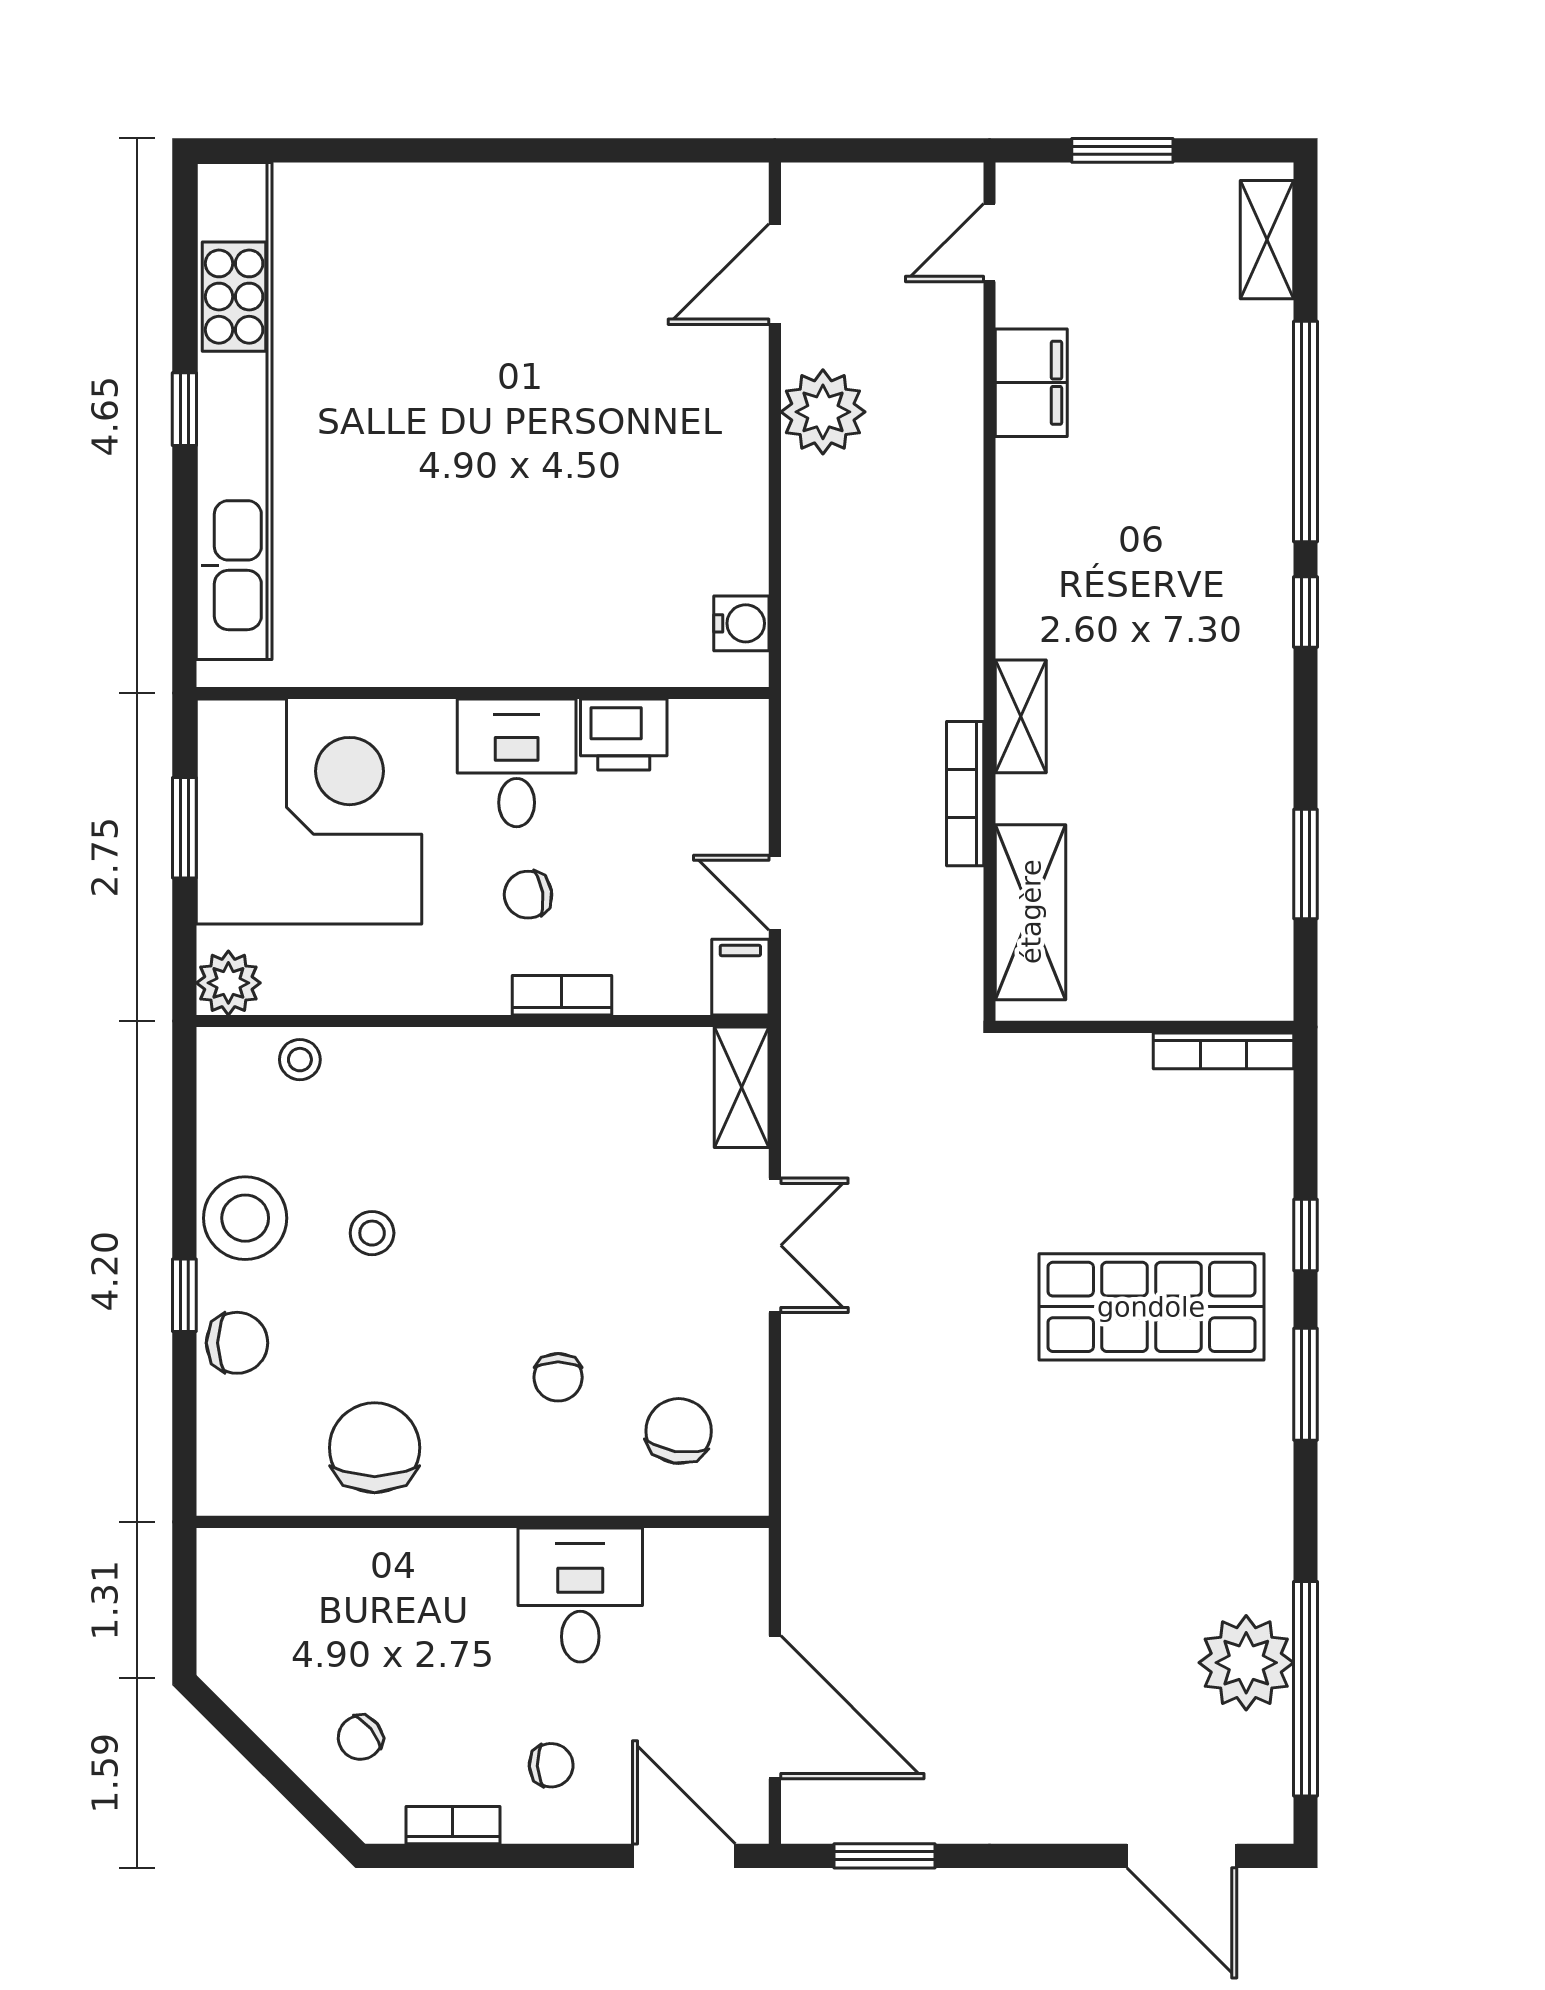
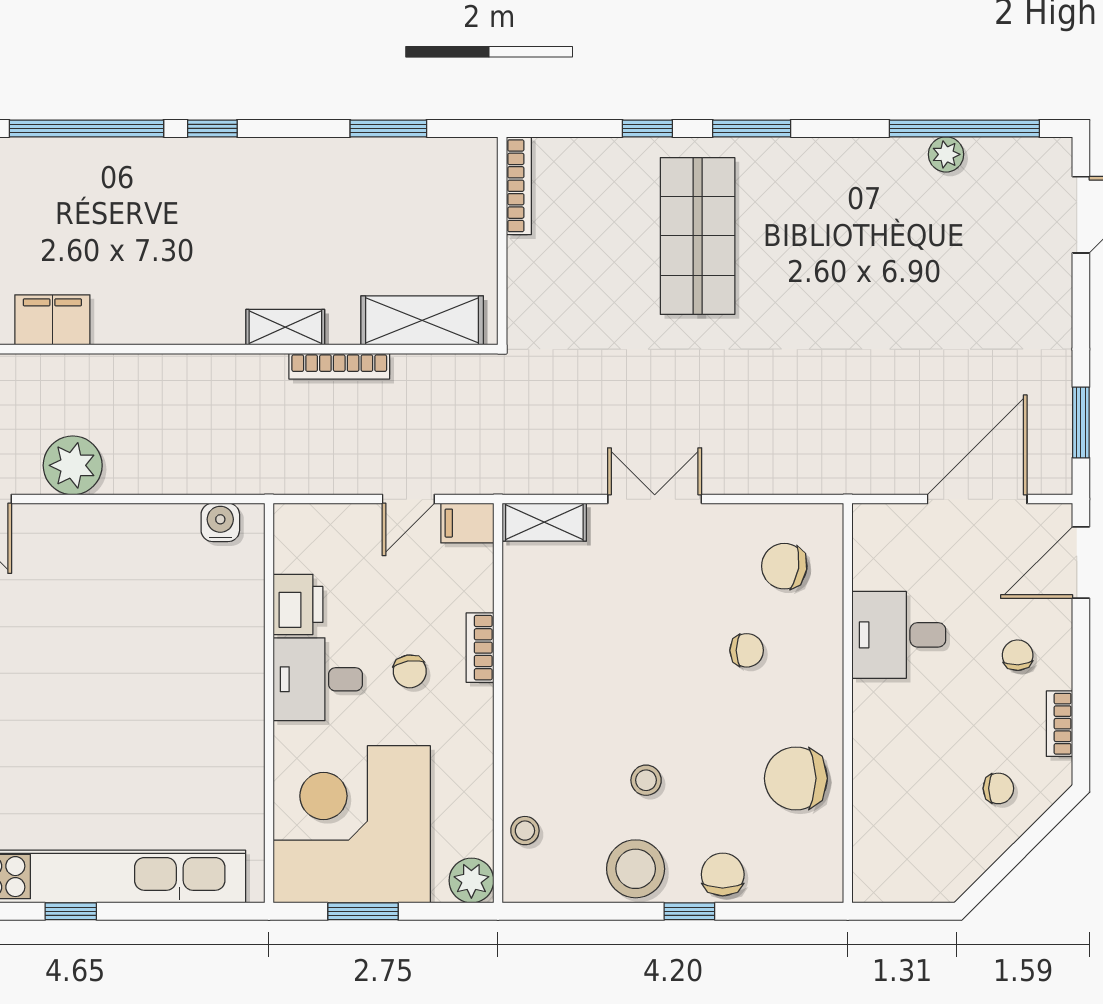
plant: (1246, 1663) -> (946, 154), width x0.53, depth x0.53
chair: (360, 1738) -> (998, 788), turned -51

